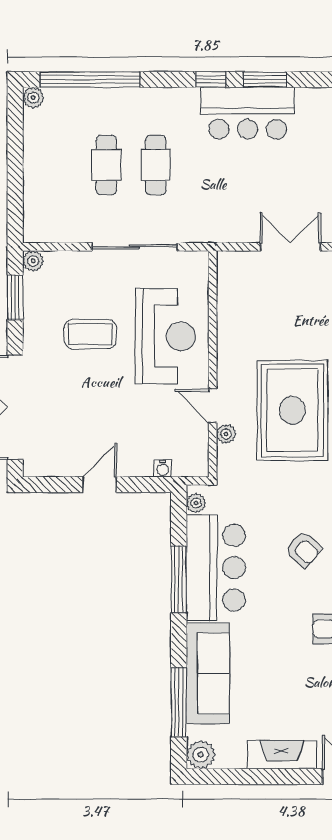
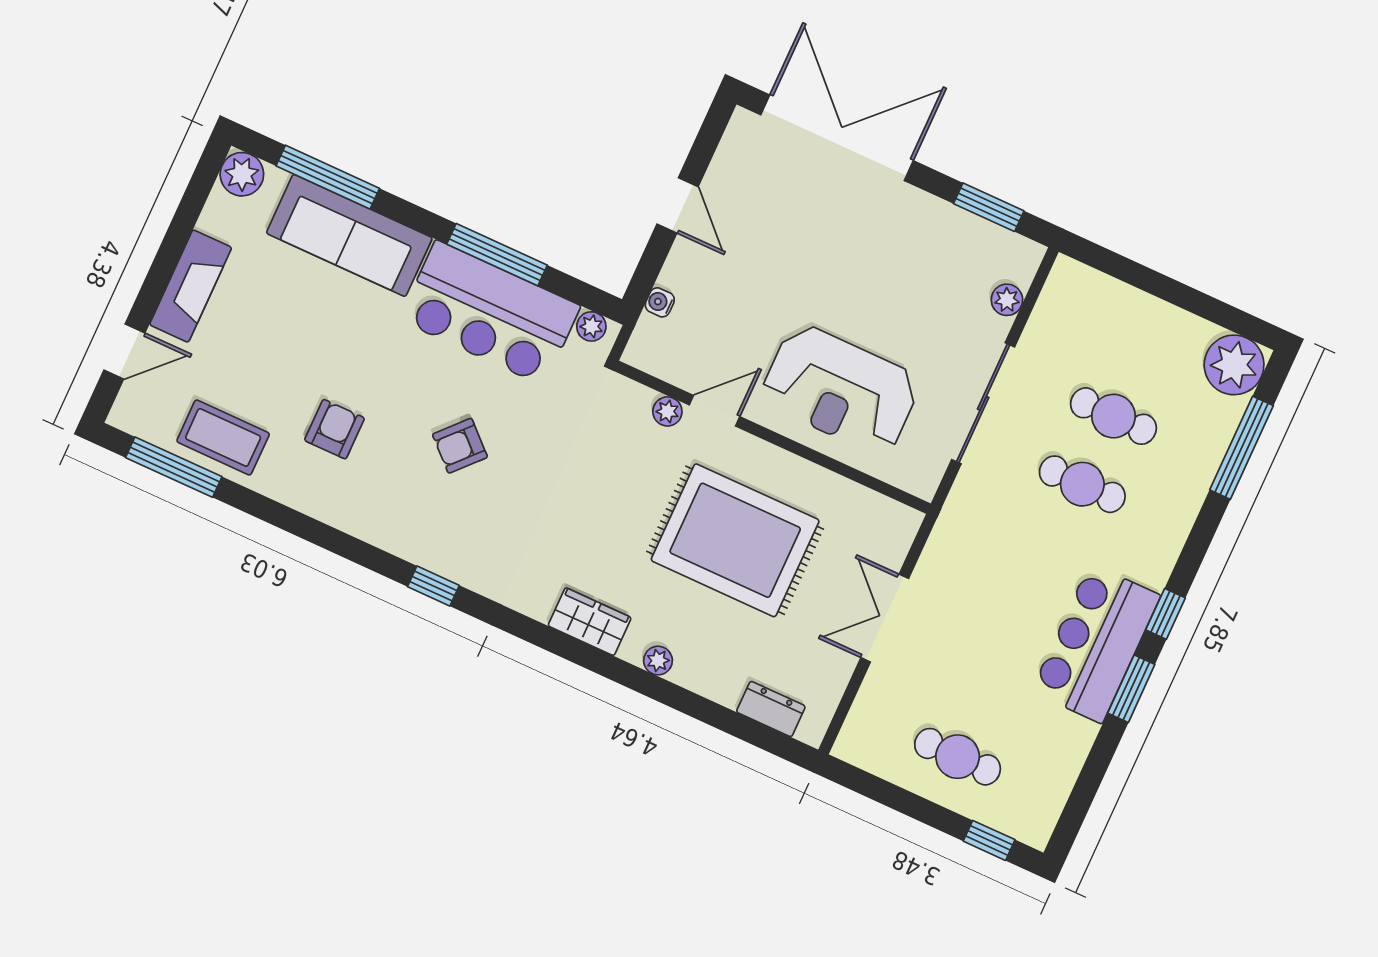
window: (90, 79) -> (1242, 448), width x0.68
plant: (33, 98) -> (1234, 365), width x1.88, depth x1.88
double door: (290, 247) -> (885, 618), swing flipped
plant: (33, 261) -> (1007, 300), moved
coffee table: (90, 334) -> (890, 287), removed
rug: (292, 410) -> (735, 540), moved

